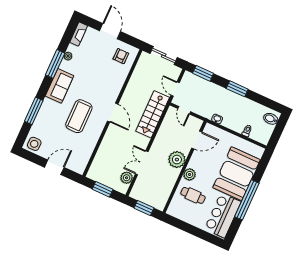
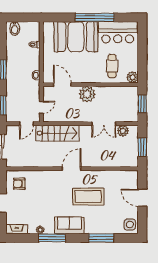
plant: (190, 174) -> (132, 77), moved

